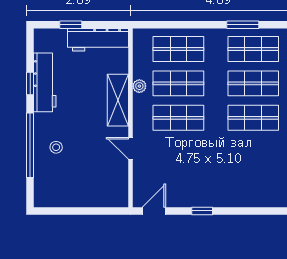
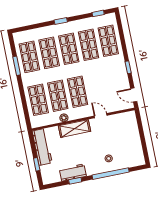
workbench: (45, 82) -> (73, 172), width x0.73
door: (130, 148) -> (101, 116), swing flipped
shop shelf: (253, 152) -> (89, 45), added
shop shelf: (253, 187) -> (108, 41), added

